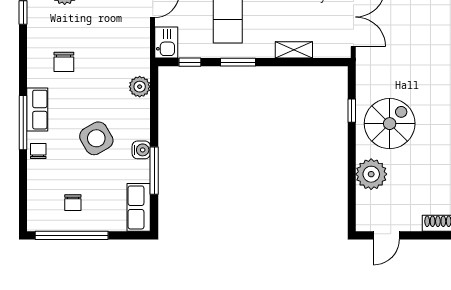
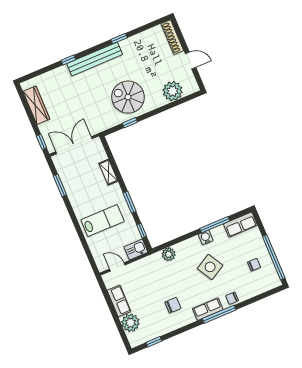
plant: (371, 174) -> (173, 91), moved
door: (386, 235) -> (191, 60), moved

